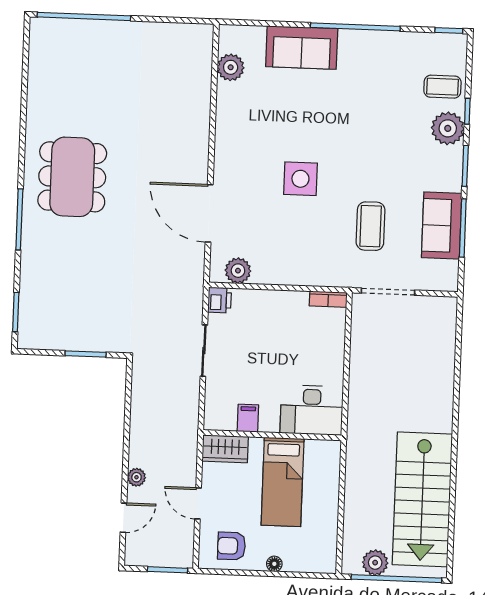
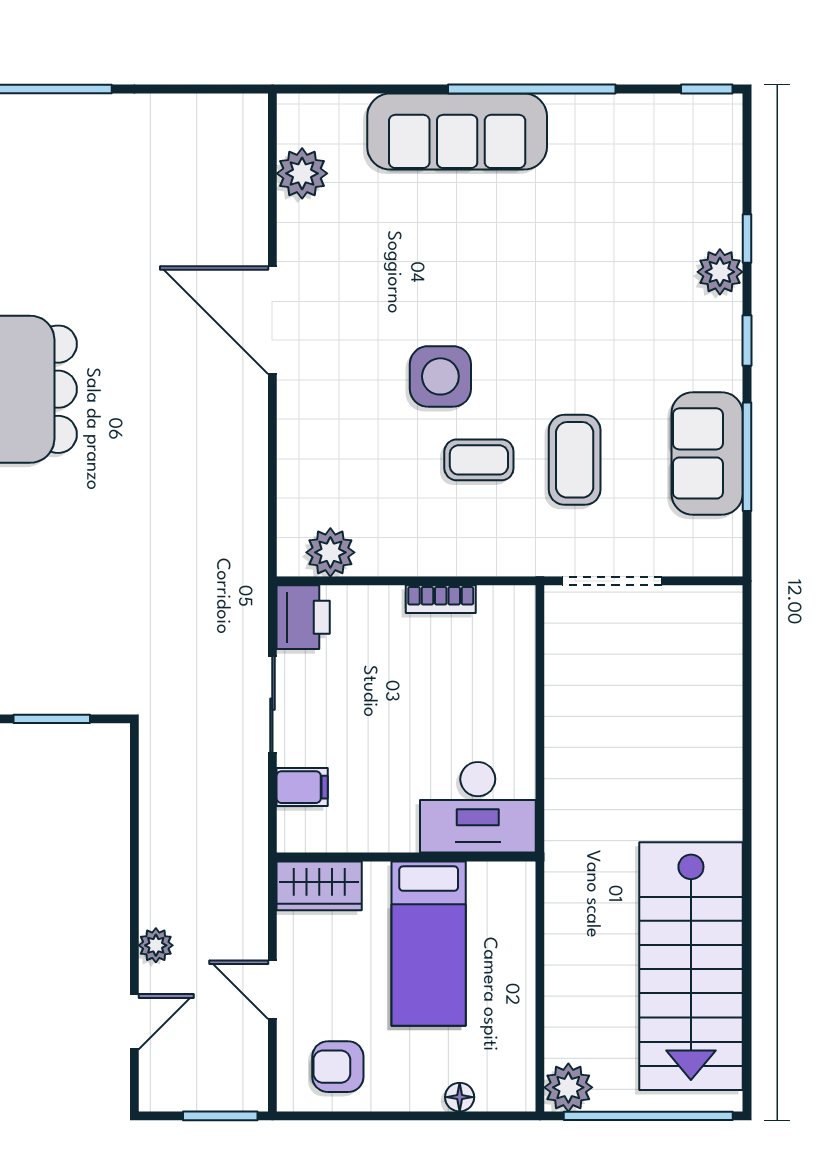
sofa: (302, 48) -> (457, 132), width x1.36
coffee table: (442, 87) -> (479, 460), moved
plant: (448, 128) -> (720, 272), width x0.73, depth x0.73
window: (465, 166) -> (747, 340), width x0.67
door: (209, 213) -> (272, 320), moved
bookcase: (328, 299) -> (441, 599), moved
printer: (220, 300) -> (303, 617), width x1.36, depth x1.24
filing cabinet: (248, 418) -> (302, 787), moved, turned 90
plant: (375, 563) -> (568, 1087), moved
floor lamp: (274, 564) -> (460, 1097), moved

